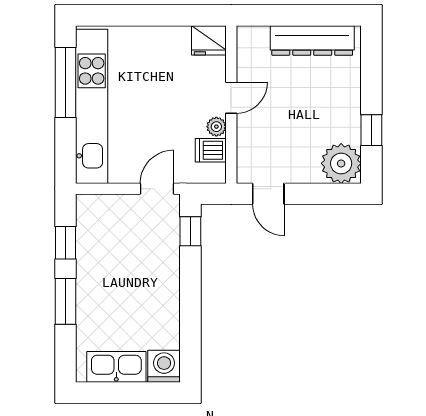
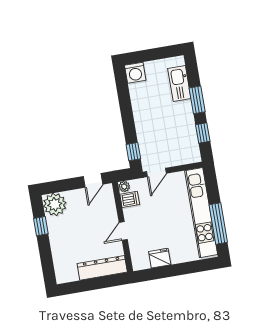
fridge: (209, 40) -> (160, 258), moved
dresser: (312, 40) -> (102, 268), moved
plant: (216, 127) -> (124, 187), moved
door: (268, 194) -> (93, 180), swing flipped
kitchen sink: (116, 367) -> (179, 84), moved, turned 90

